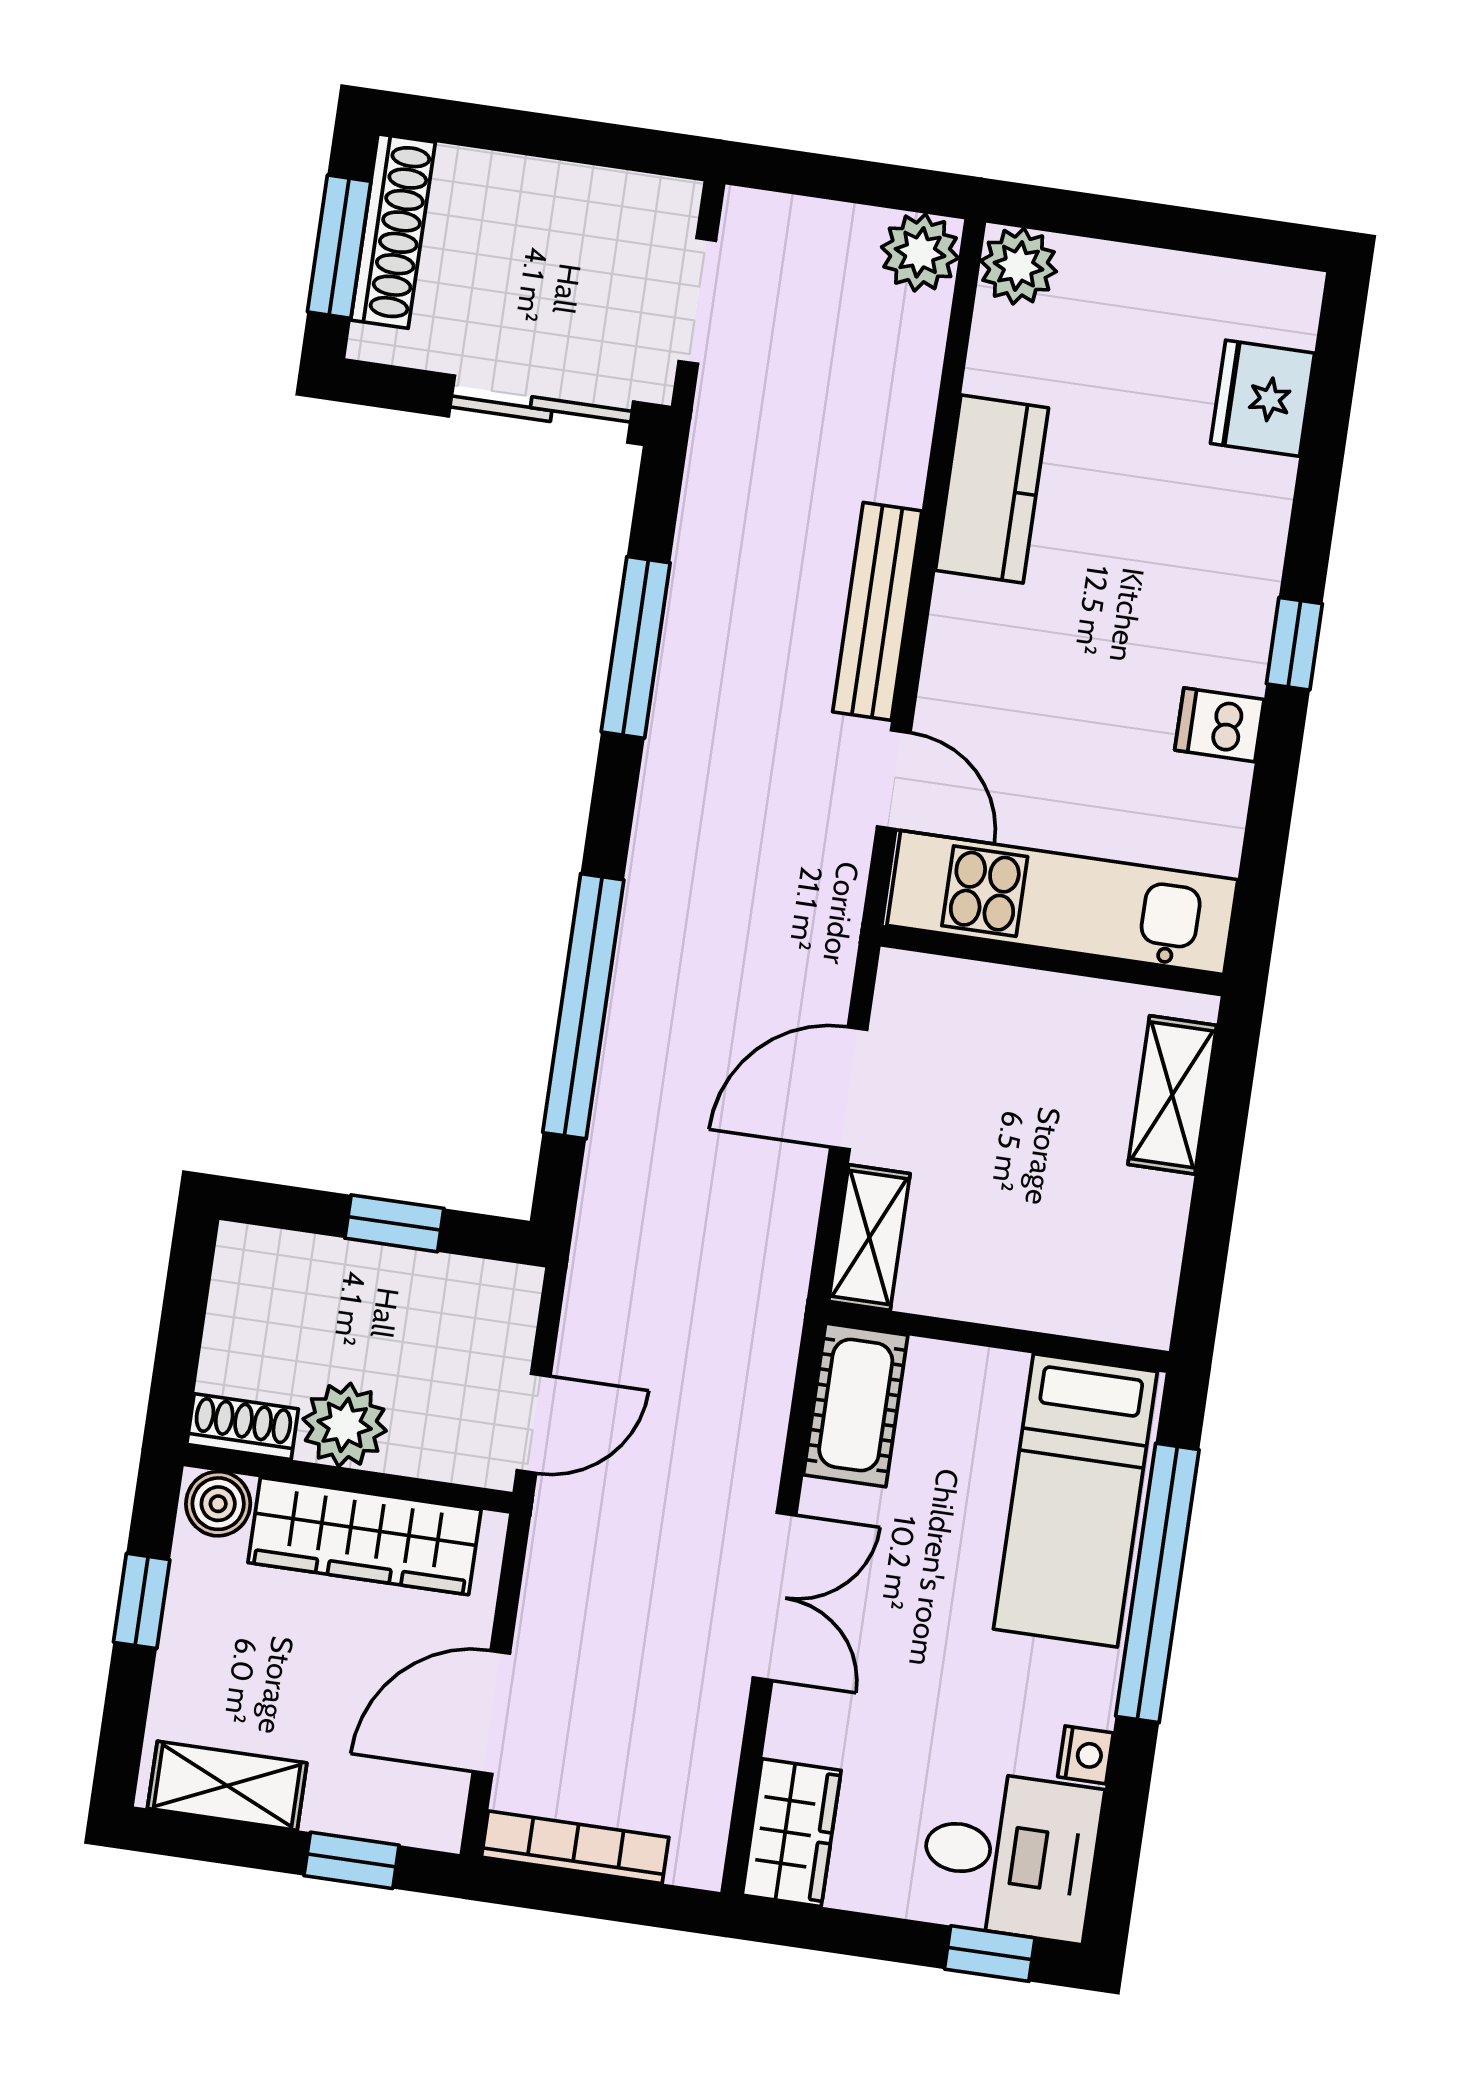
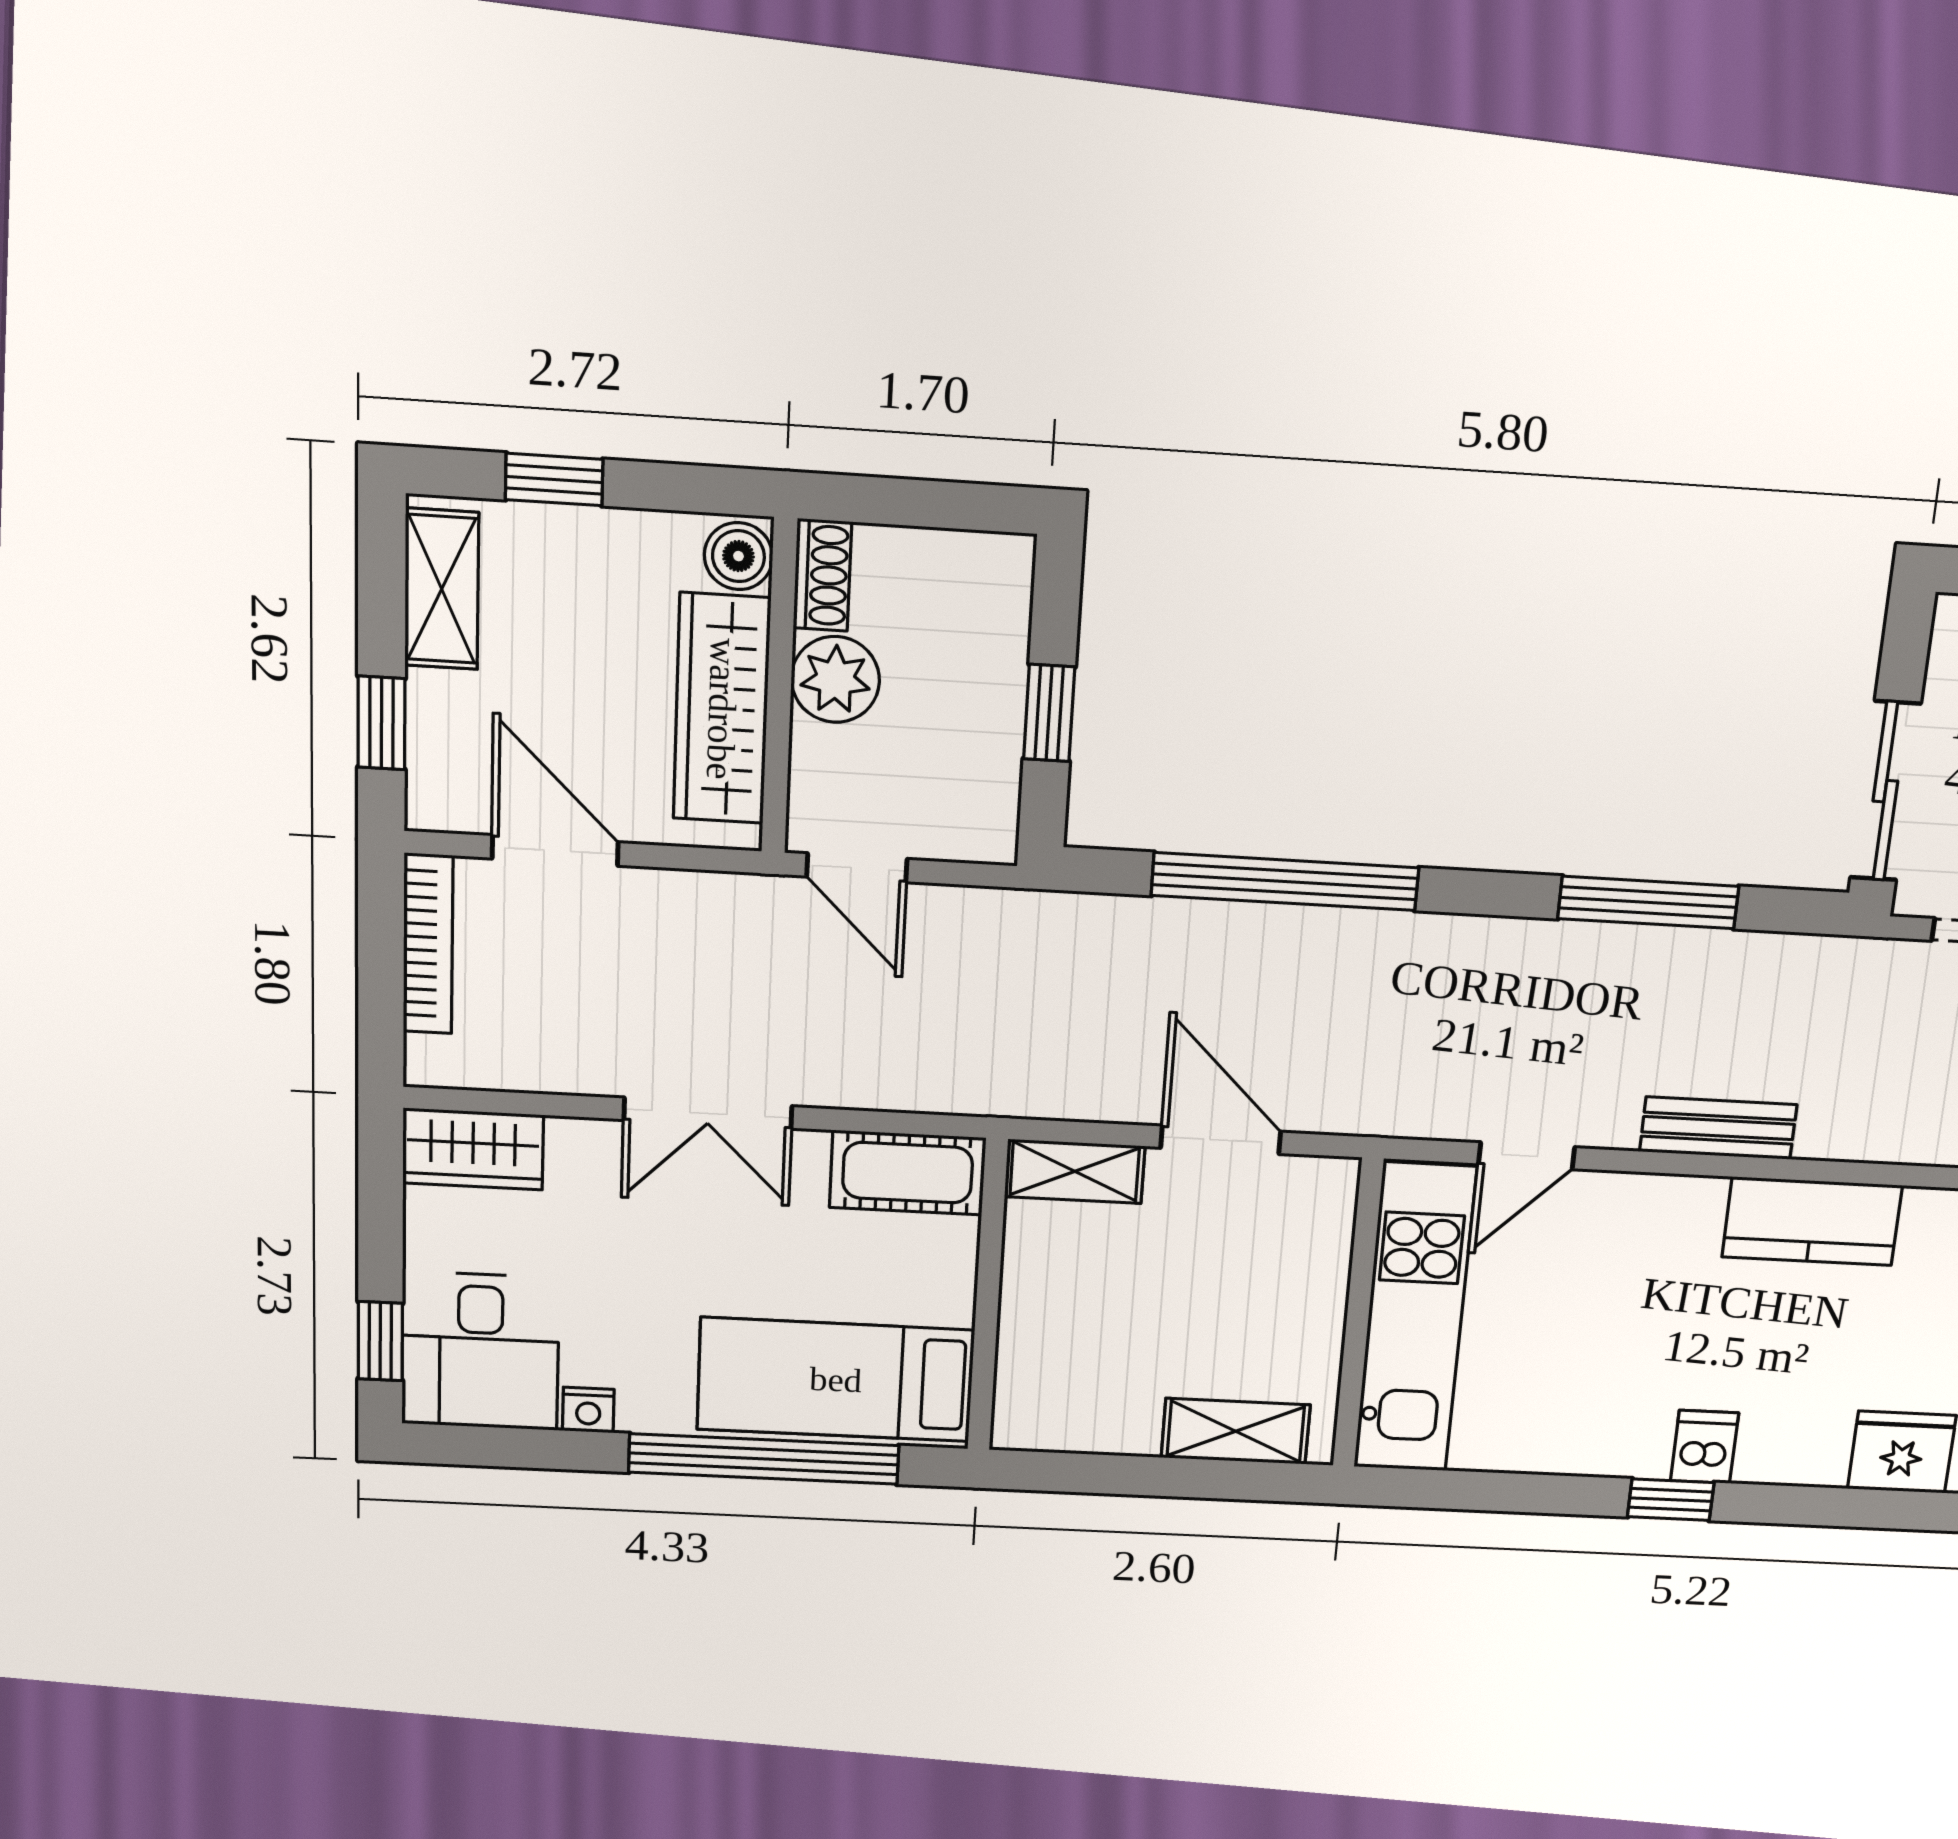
bench: (877, 611) -> (1718, 1128), width x0.73
dishwasher: (1219, 725) -> (1704, 1447), moved
window: (142, 1601) -> (554, 479), moved

